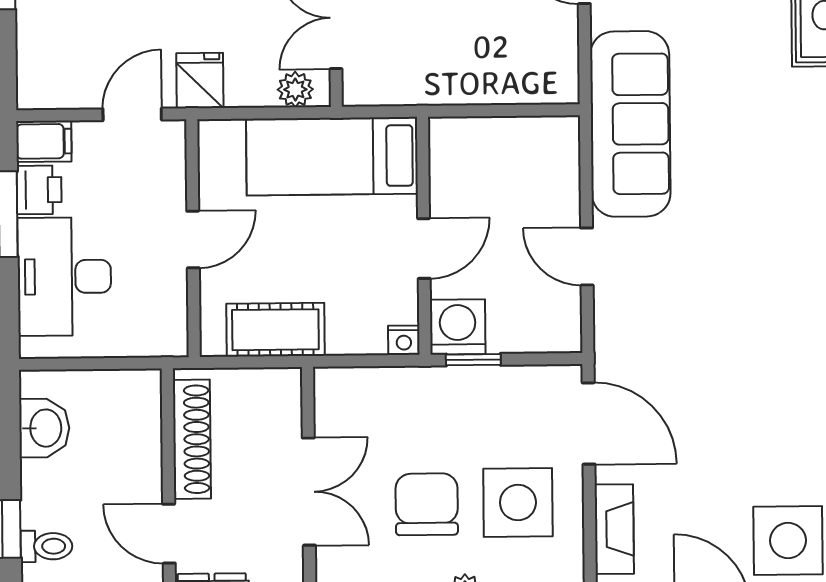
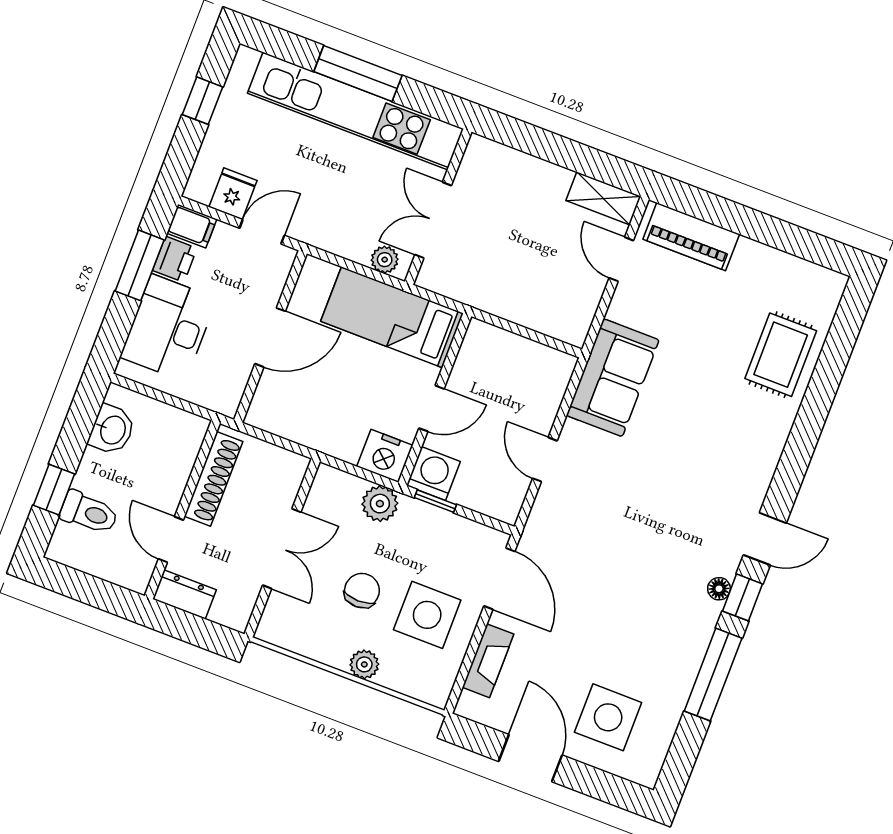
fridge: (200, 81) -> (233, 194), moved
sofa: (630, 124) -> (613, 378), width x0.73
door: (193, 239) -> (270, 337), width x1.38
cot: (275, 330) -> (303, 425), removed
nightstand: (404, 340) -> (385, 456), width x1.89, depth x1.79
plant: (407, 389) -> (380, 504), added
chair: (427, 504) -> (362, 591), width x0.73, depth x0.73
toilet: (46, 546) -> (89, 513), width x1.37, depth x1.39

